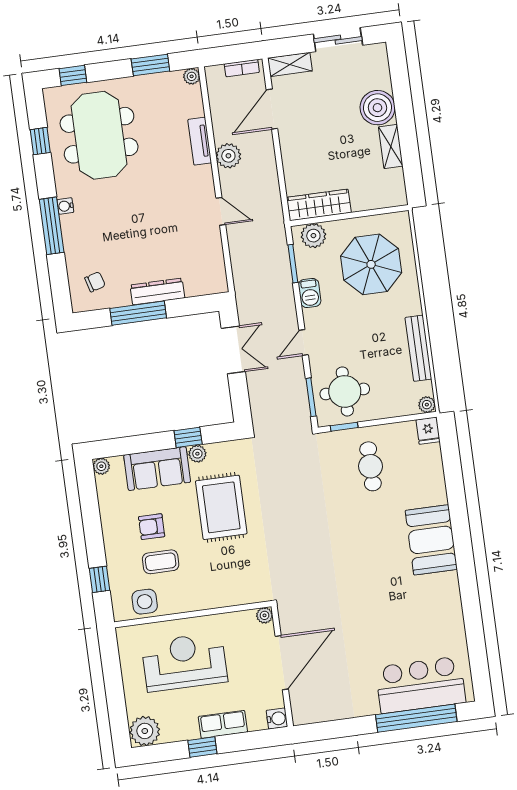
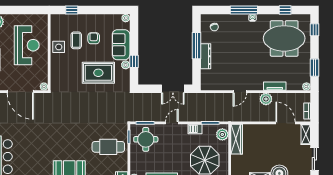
door: (304, 342) -> (172, 123), hinge flipped
cafe table: (370, 466) -> (108, 147), width x1.37, depth x1.35
side table: (145, 602) -> (59, 47), moved

